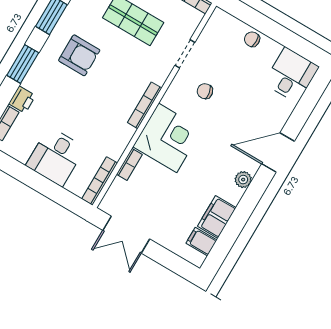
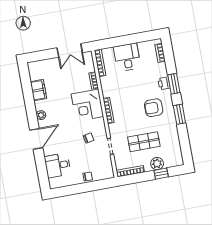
desk: (291, 75) -> (58, 165), moved, turned 90
printer: (22, 100) -> (164, 83), moved
double door: (126, 235) -> (70, 50), swing flipped
filing cabinet: (201, 242) -> (36, 74), removed

